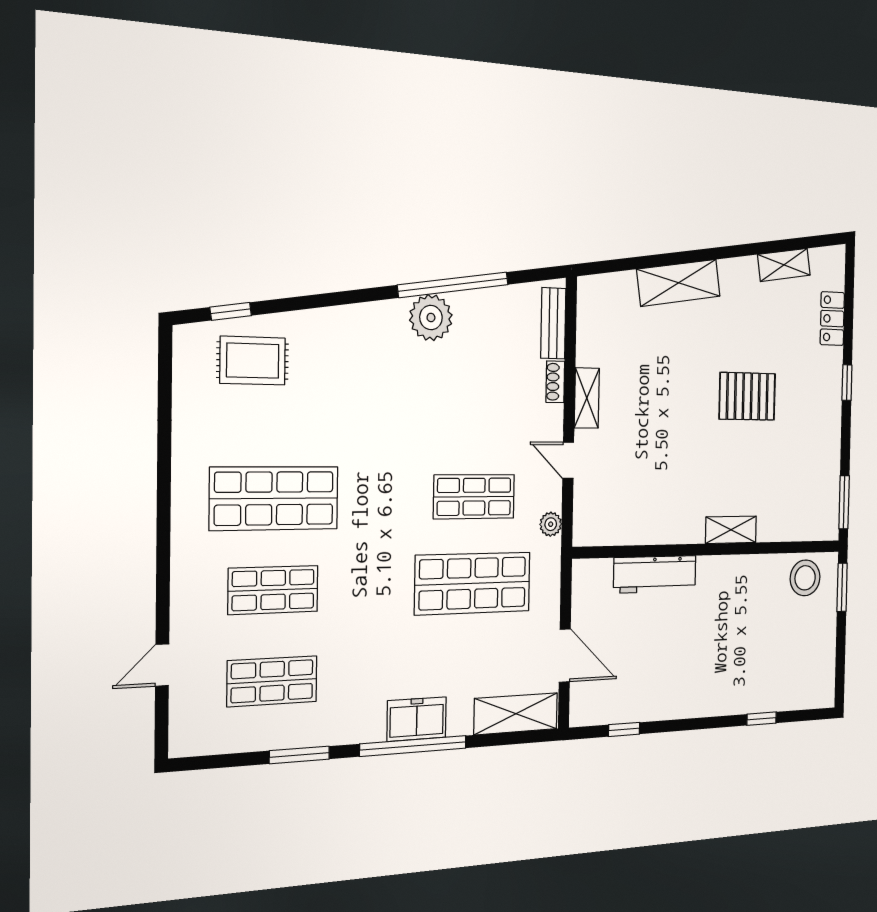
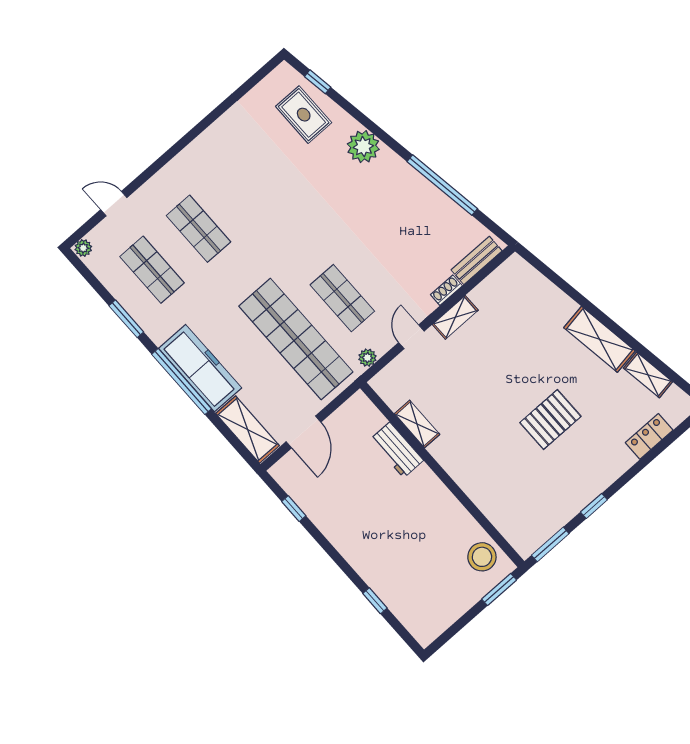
shelving: (679, 283) -> (599, 339), moved
plant: (431, 318) -> (363, 147), moved
window: (847, 383) -> (594, 506), moved
pallet: (747, 396) -> (550, 420), turned 90
shop shelf: (274, 498) -> (245, 188), removed
shelving: (731, 530) -> (417, 424), moved
workbench: (655, 574) -> (397, 450), width x0.73
shop shelf: (473, 583) -> (296, 339), width x1.40
freezer: (417, 719) -> (200, 368), width x1.91, depth x1.26
plant: (181, 742) -> (83, 248), added

